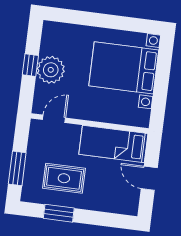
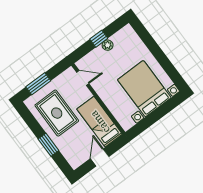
plant: (51, 70) -> (108, 45), width x0.53, depth x0.53
rug: (64, 178) -> (57, 113), width x1.36, depth x1.43
window: (59, 213) -> (48, 145), moved

